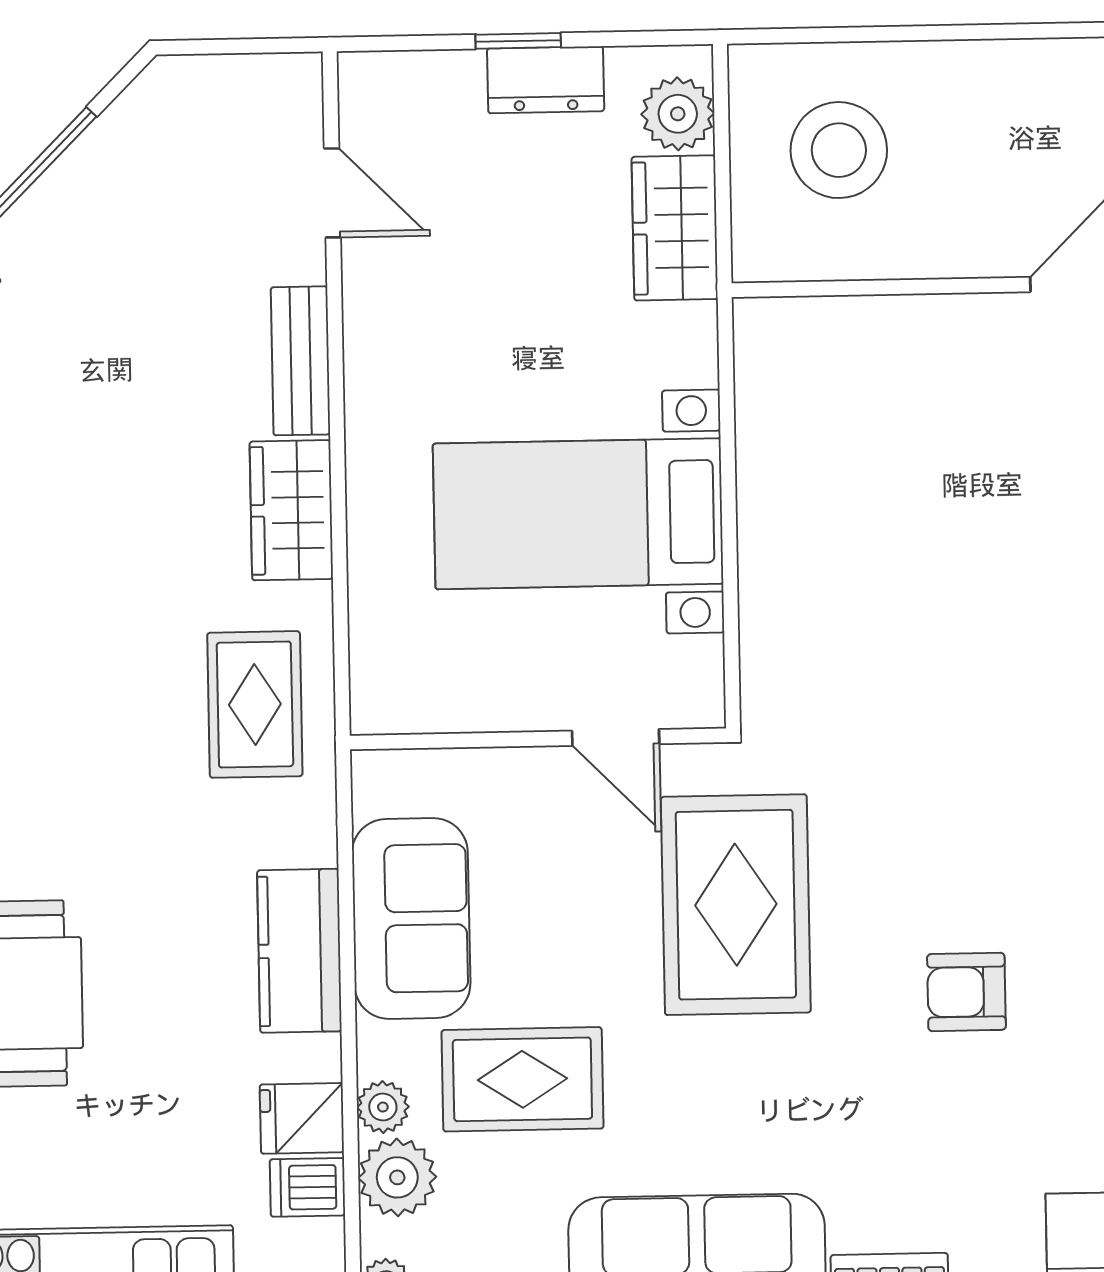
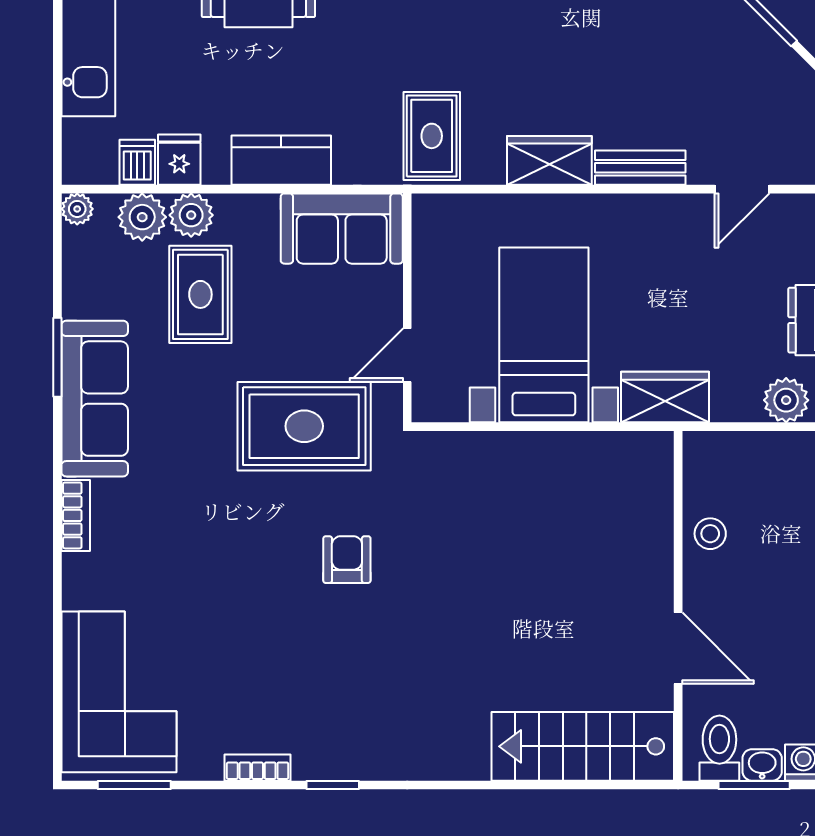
stool: (839, 150) -> (710, 534), moved, width x0.53, depth x0.53
wardrobe: (675, 228) -> (665, 397), moved
rug: (255, 704) -> (432, 136), turned 90
sofa: (411, 918) -> (342, 229), moved
armchair: (966, 992) -> (347, 560), moved
plant: (383, 1107) -> (191, 215), width x1.38, depth x1.38

